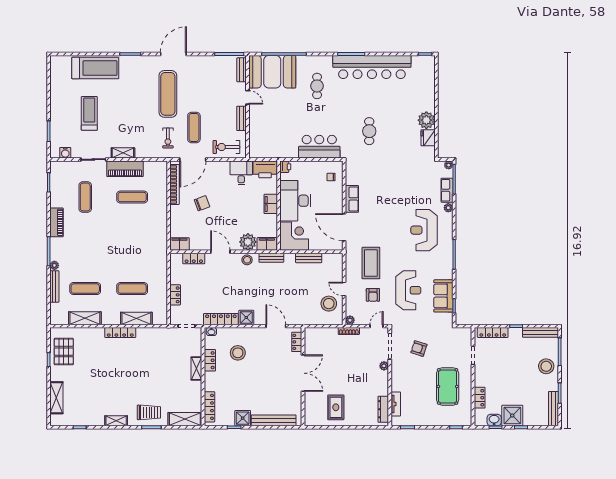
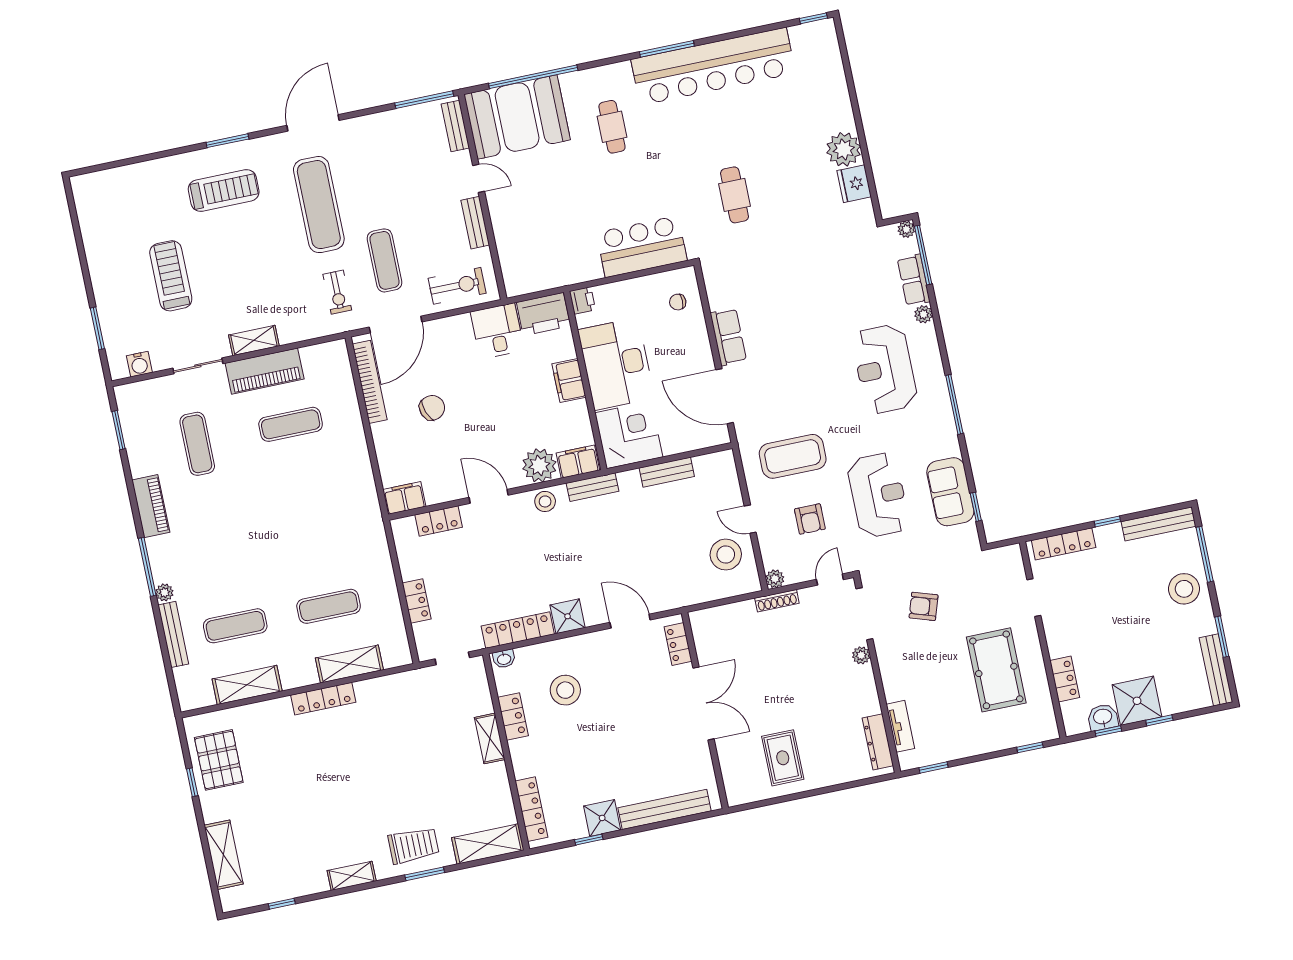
treadmill: (95, 68) -> (224, 190), moved, width x0.73, depth x0.73
exercise bike: (226, 147) -> (457, 286), turned 180
coffee table: (371, 263) -> (793, 456), turned 90

